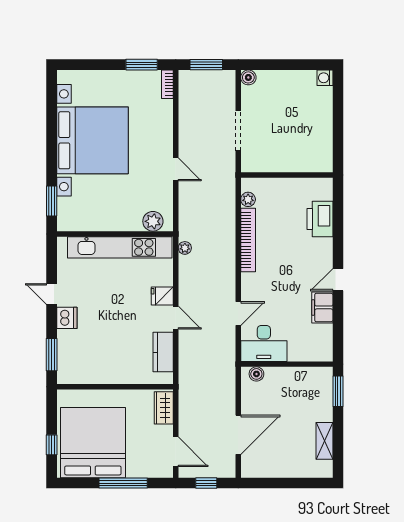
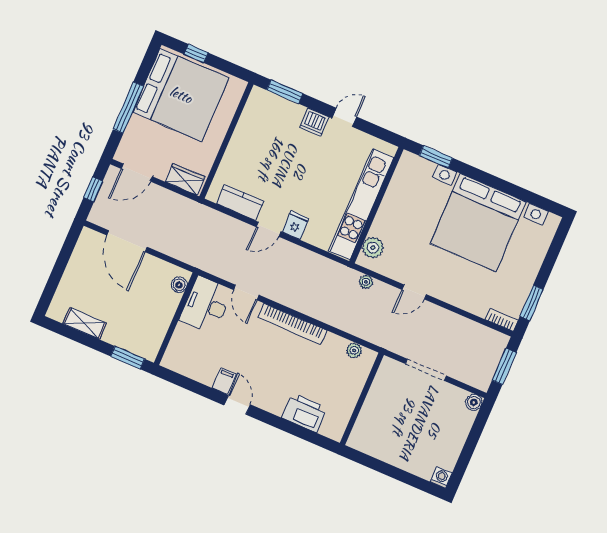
bookcase: (248, 240) -> (292, 324), moved
plant: (185, 248) -> (366, 282), moved
filing cabinet: (322, 307) -> (224, 381), width x0.50

